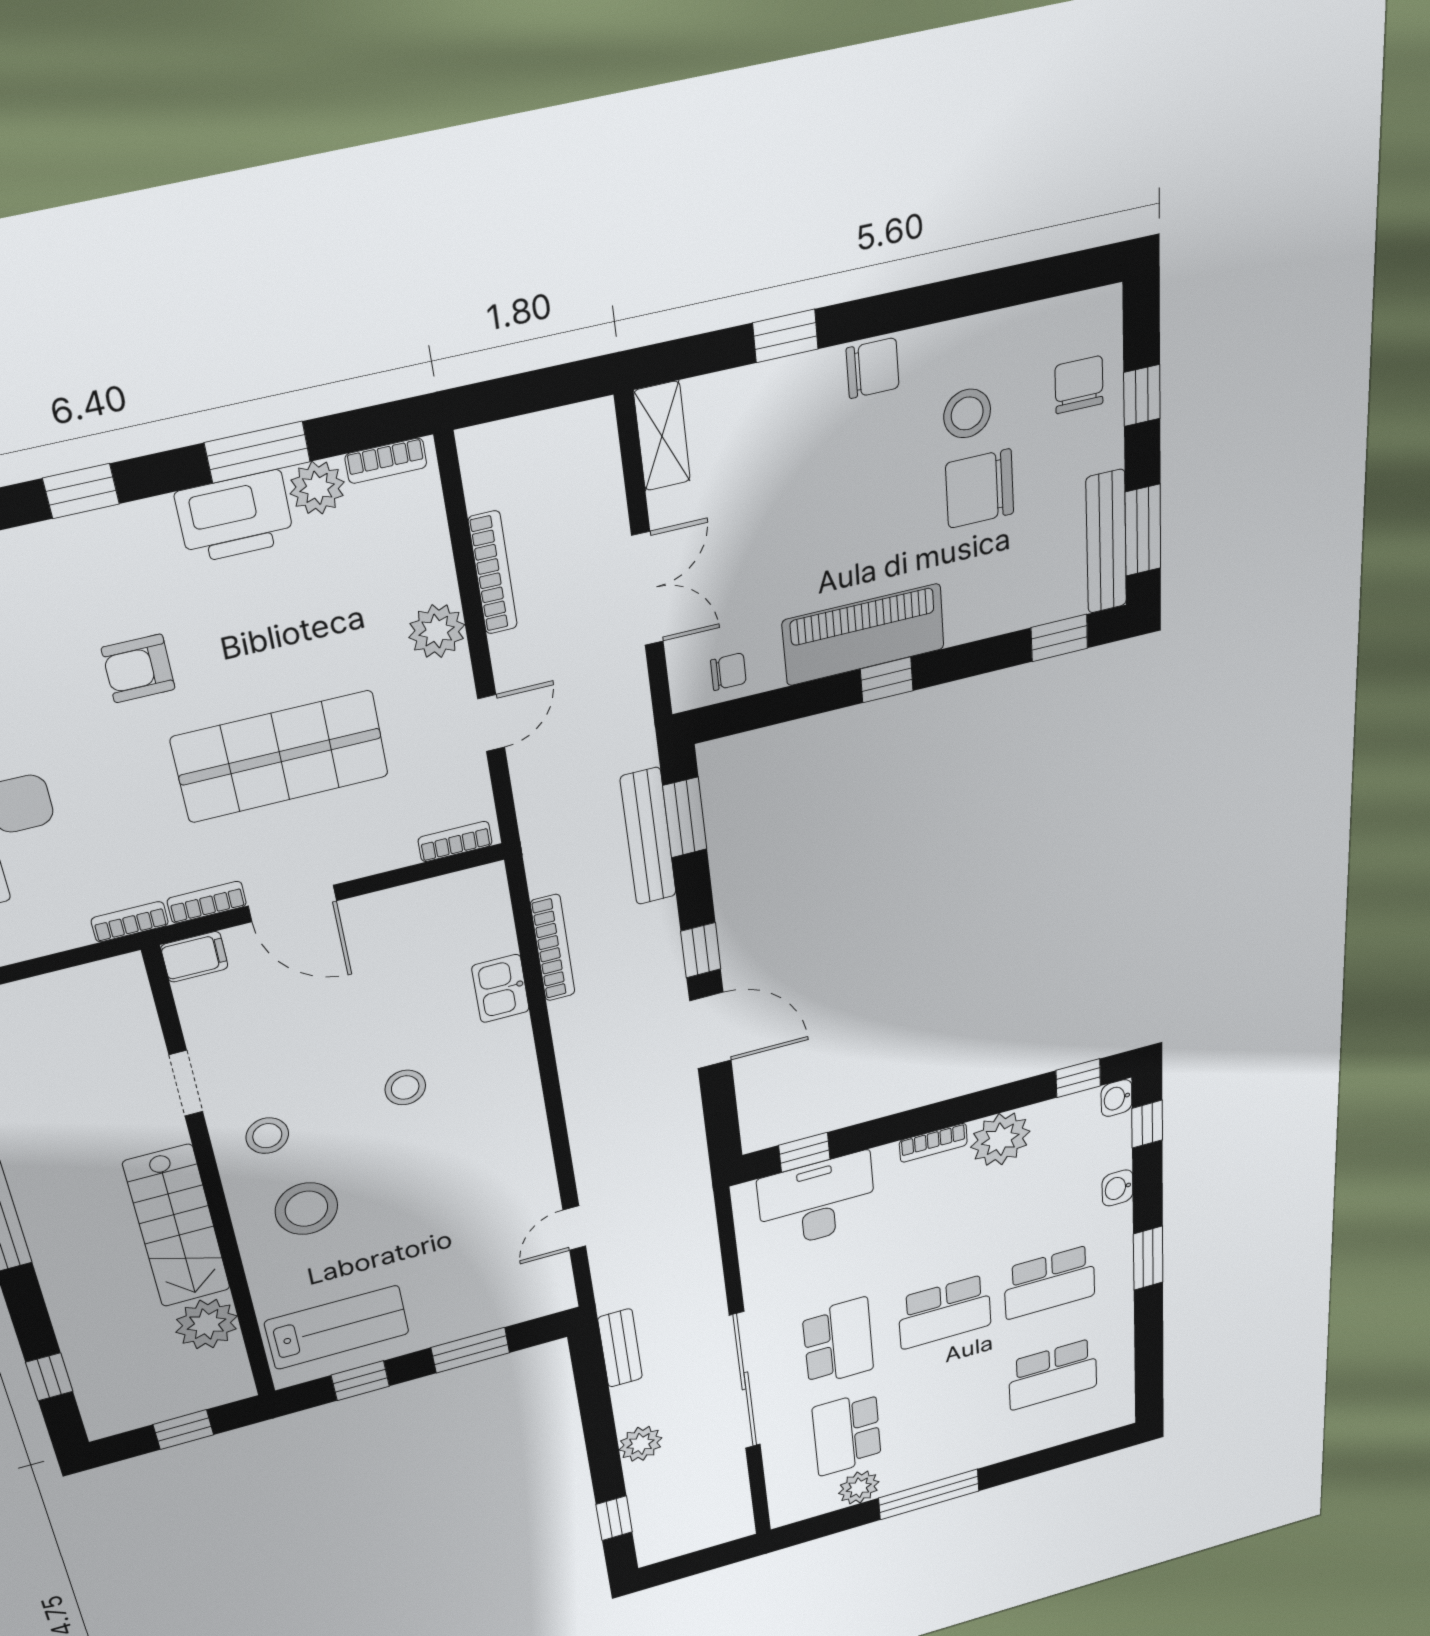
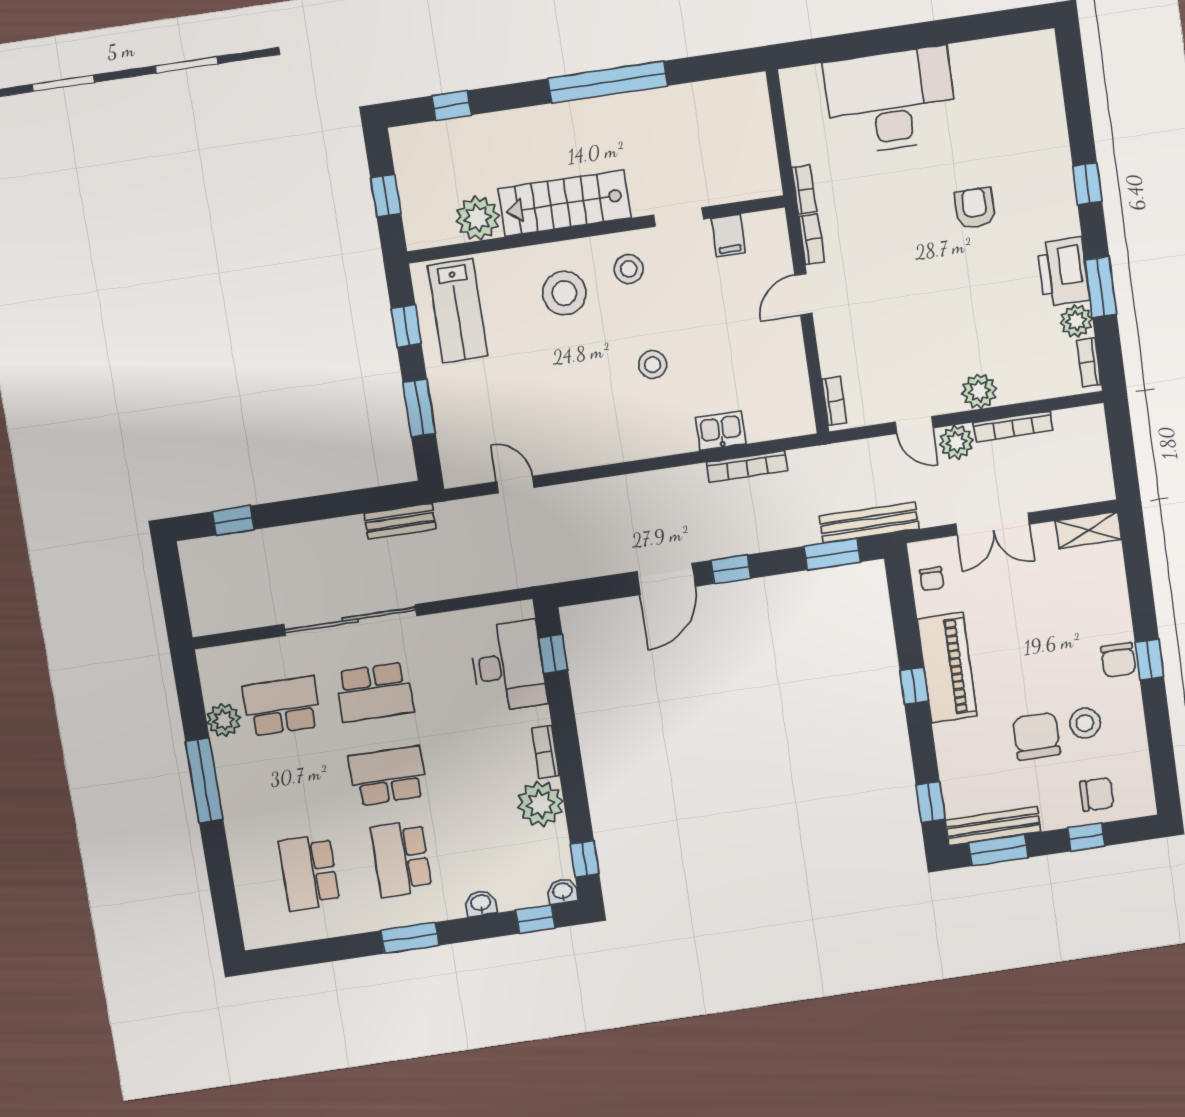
window: (785, 336) -> (1149, 660), moved
shop shelf: (280, 757) -> (907, 291), removed
bench: (648, 837) -> (869, 523), moved
door: (293, 903) -> (803, 294), width x0.73
filing cabinet: (194, 957) -> (728, 236), moved
school desk: (945, 1312) -> (388, 776), turned 90
plant: (641, 1444) -> (956, 442), moved

